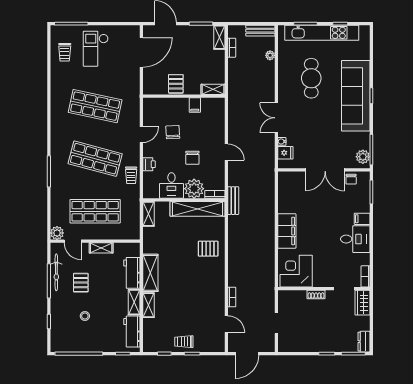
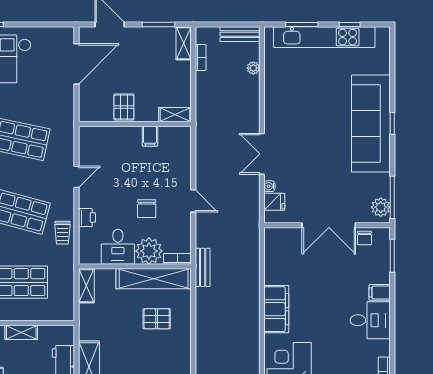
cafe table: (311, 78) -> (310, 99), removed
chair: (173, 132) -> (120, 173), removed
pallet: (208, 249) -> (157, 319), moved

